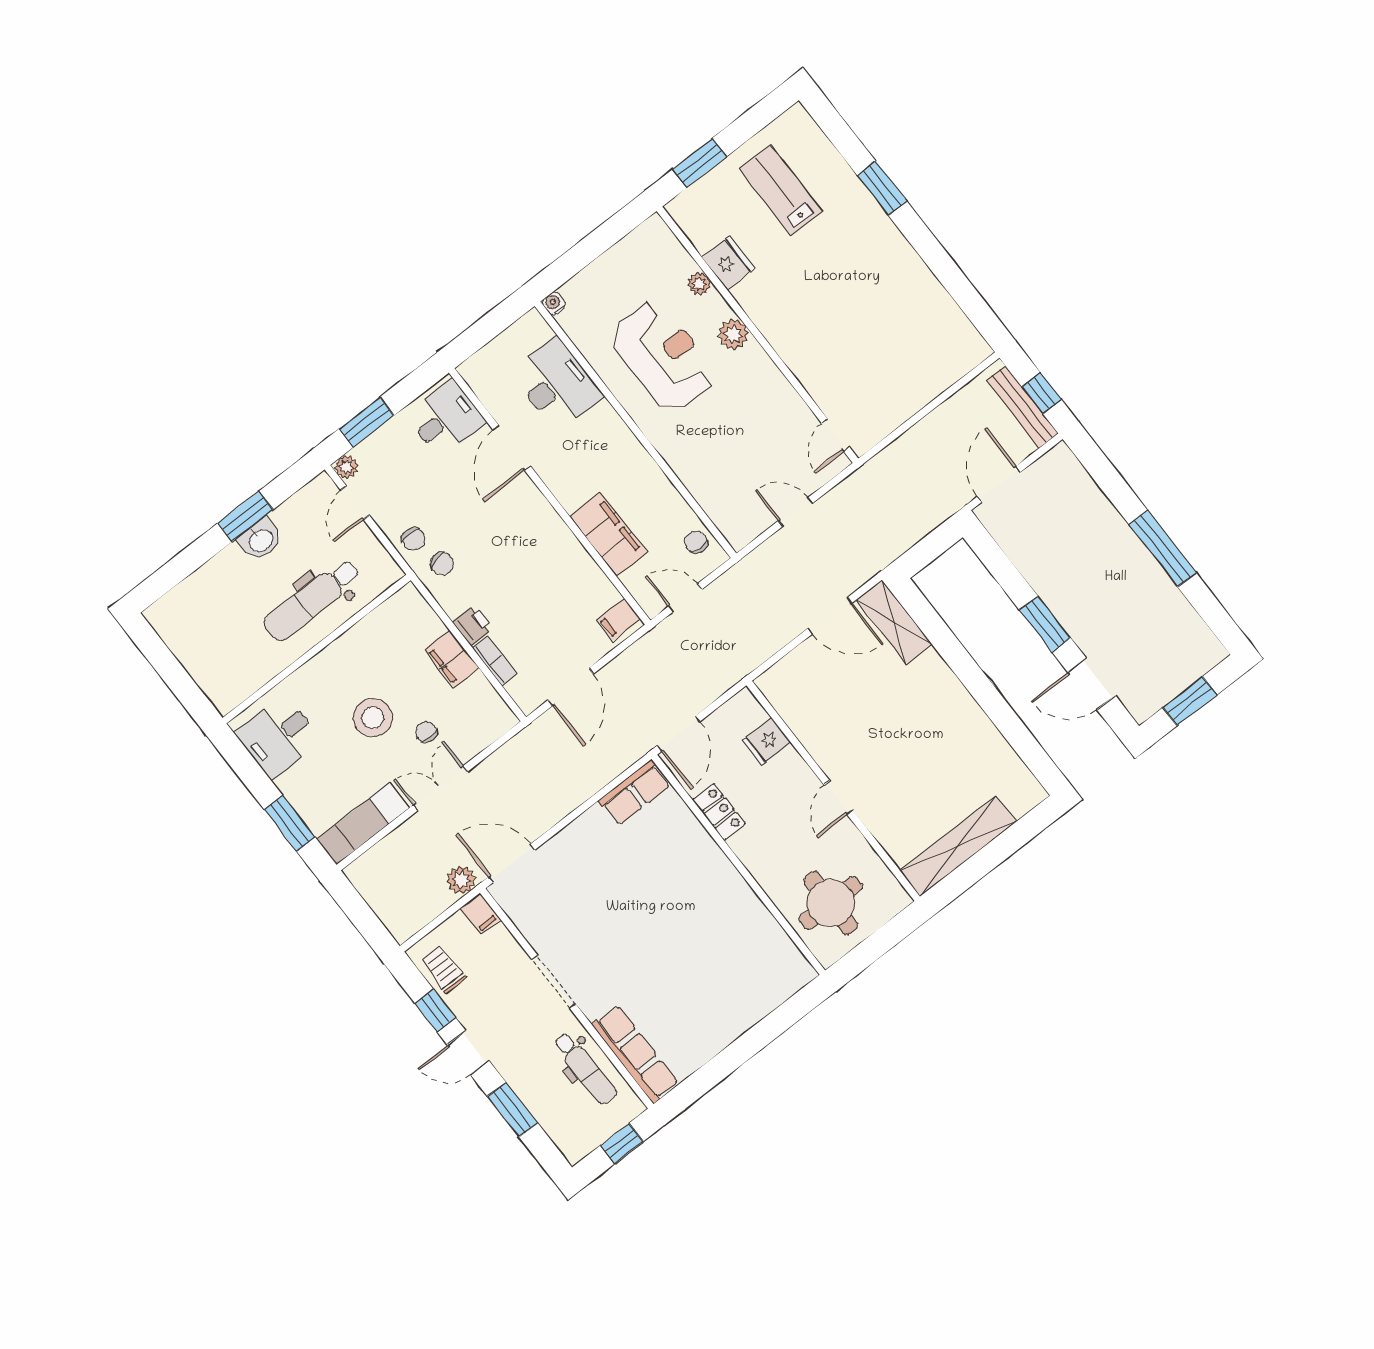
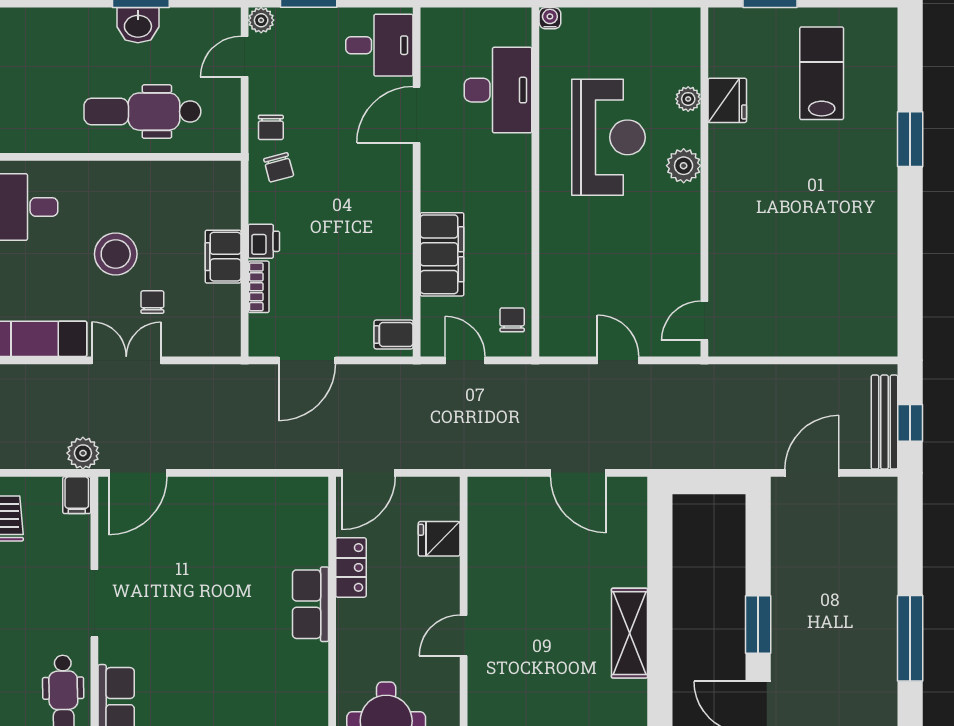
shelving: (894, 622) -> (629, 633), moved
row of seats: (635, 793) -> (310, 604), moved, turned 90
door: (512, 863) -> (138, 473), swing flipped

